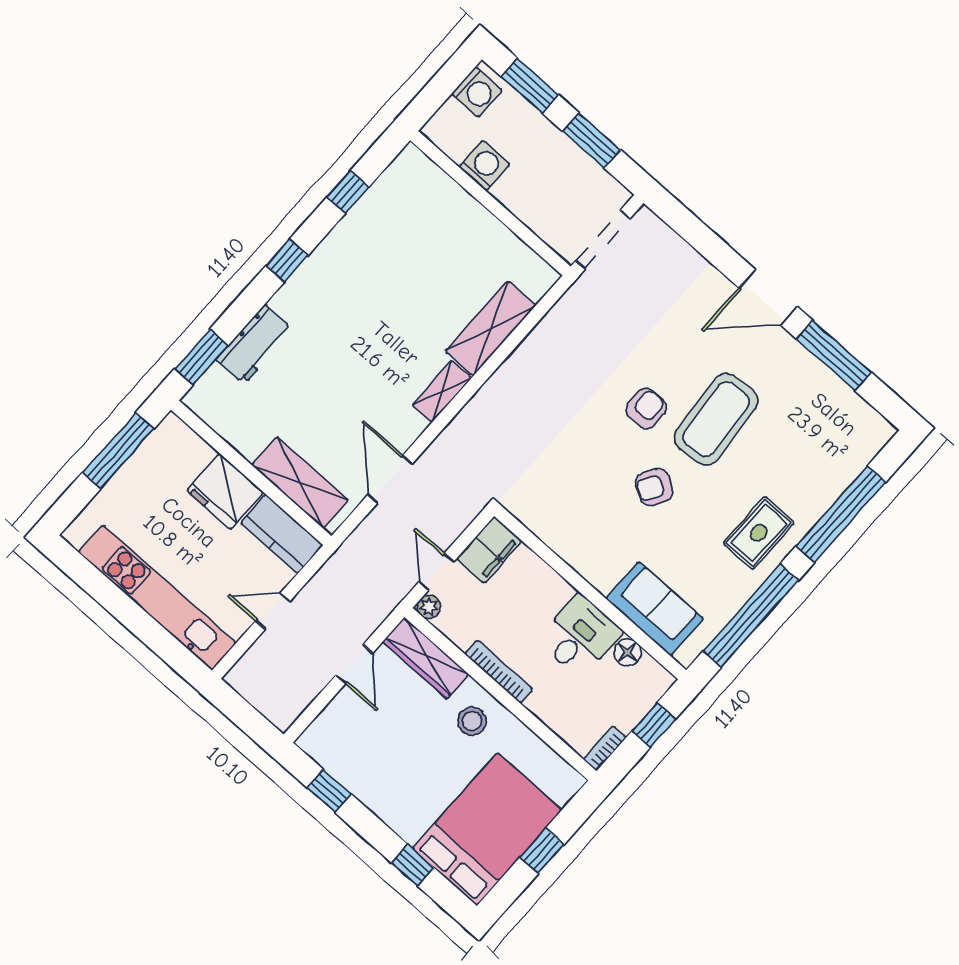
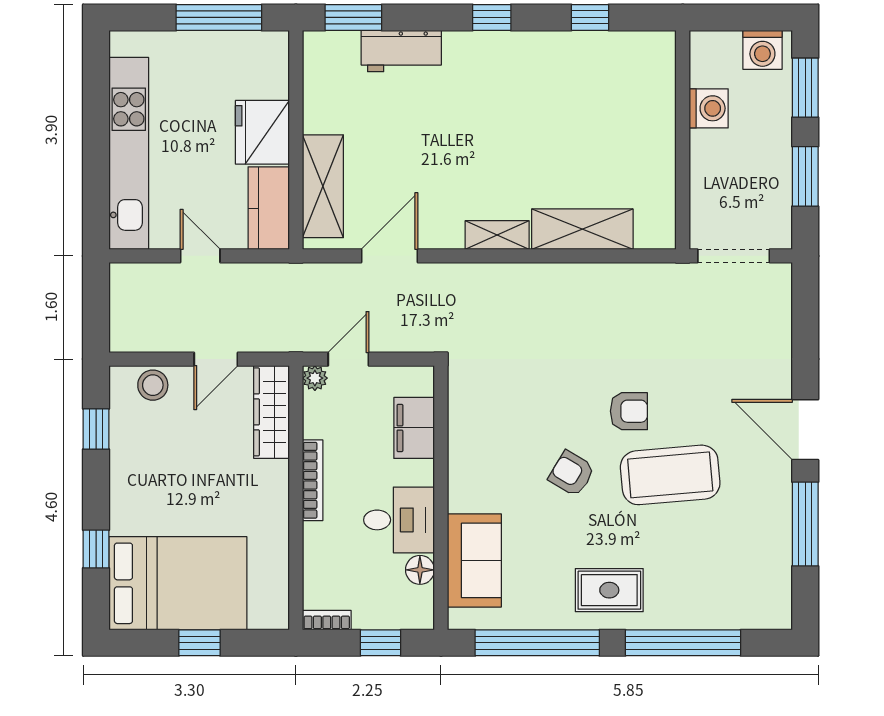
filing cabinet: (489, 550) -> (414, 428), moved, turned 90
stool: (472, 721) -> (153, 385), moved

